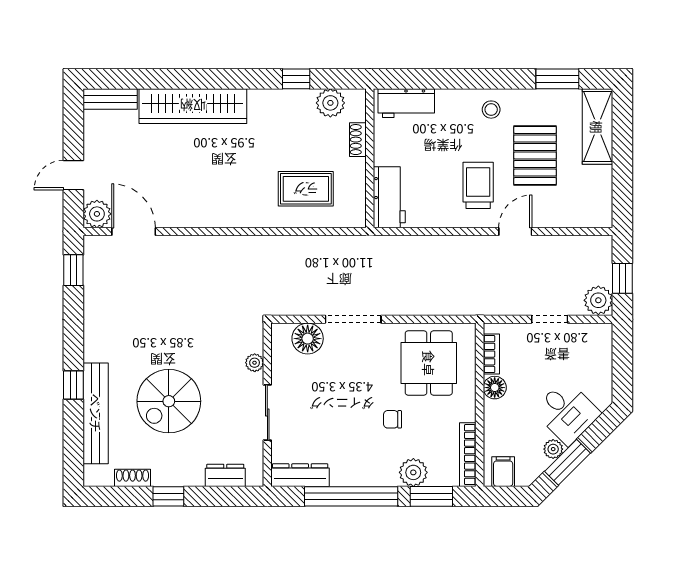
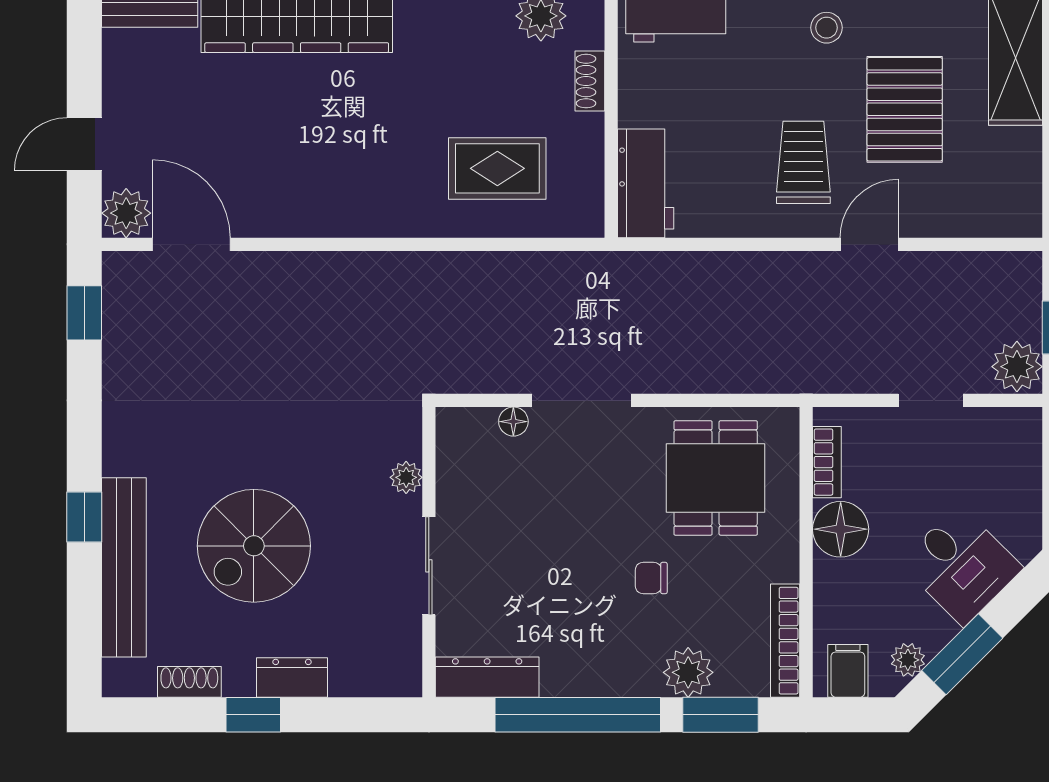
floor lamp: (308, 339) -> (513, 422), width x0.53, depth x0.53
floor lamp: (495, 388) -> (841, 529), width x1.38, depth x1.38
plant: (553, 449) -> (908, 660), moved
dresser: (225, 475) -> (292, 677), moved

